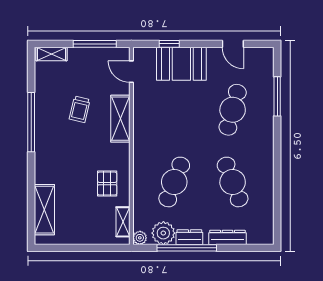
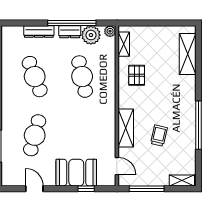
cafe table: (174, 182) -> (82, 77), turned -33

